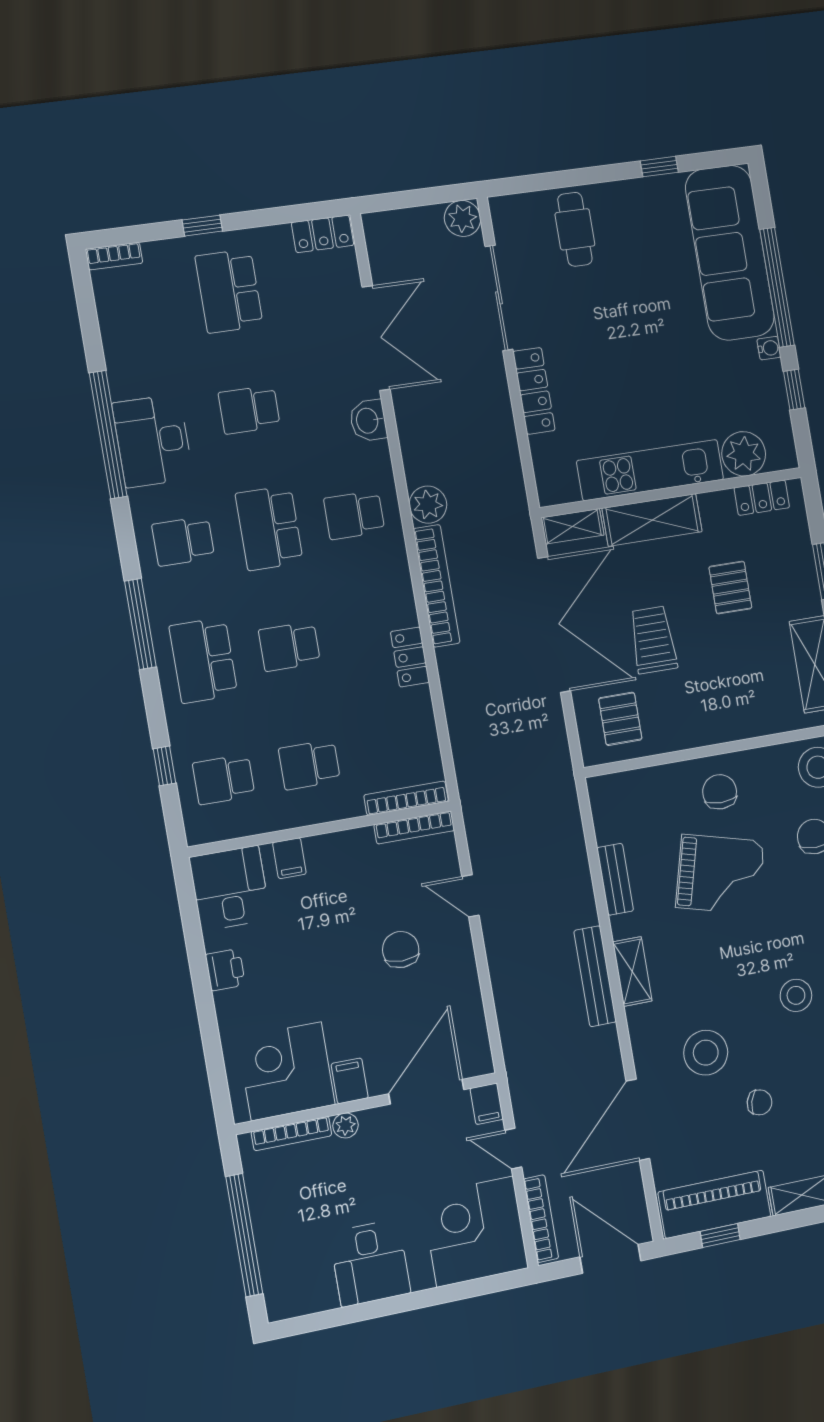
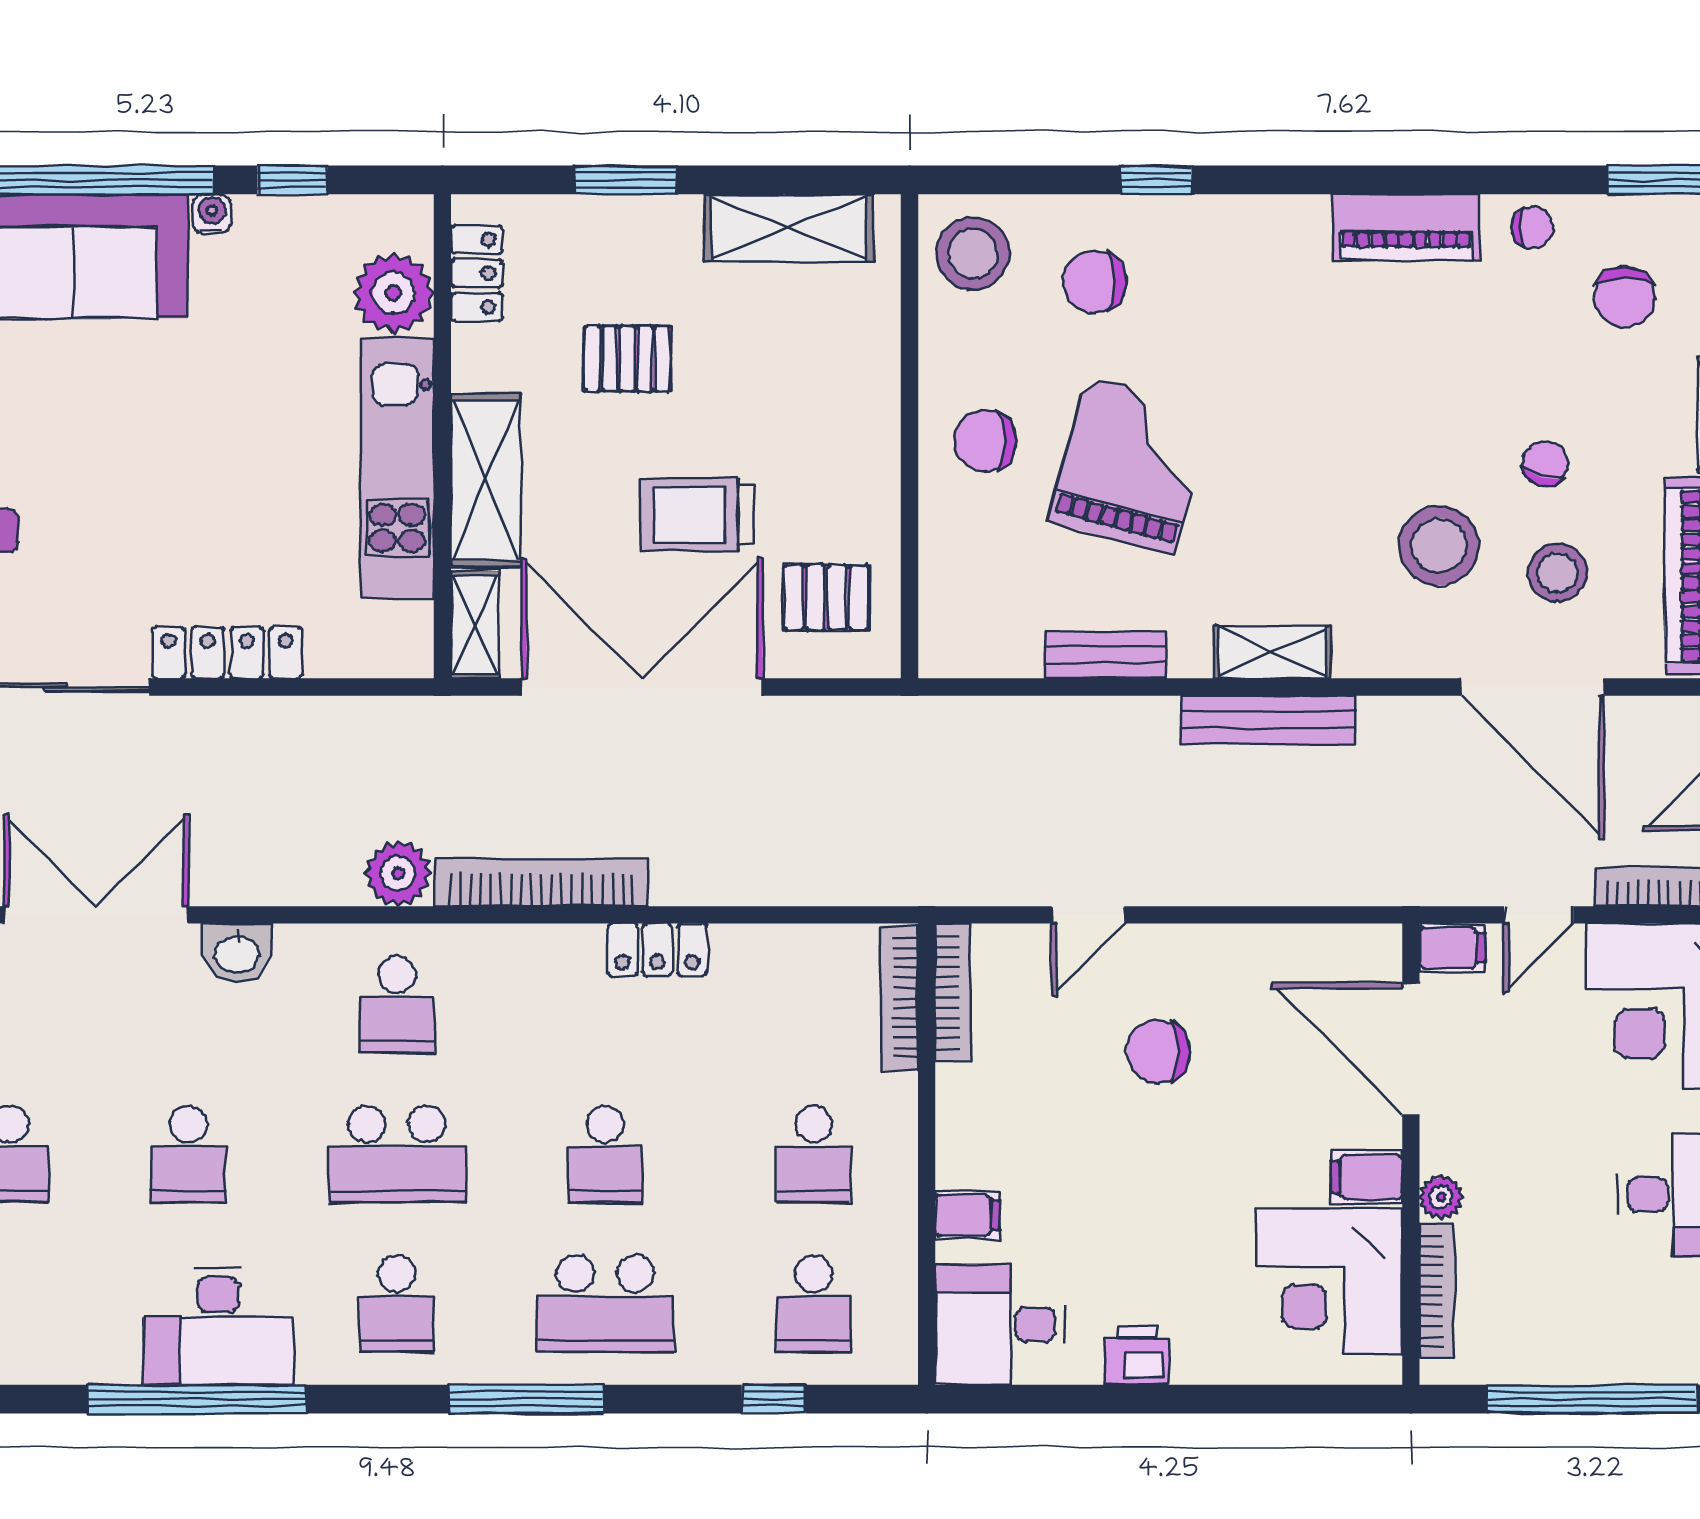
stool: (796, 995) -> (1557, 573), moved

